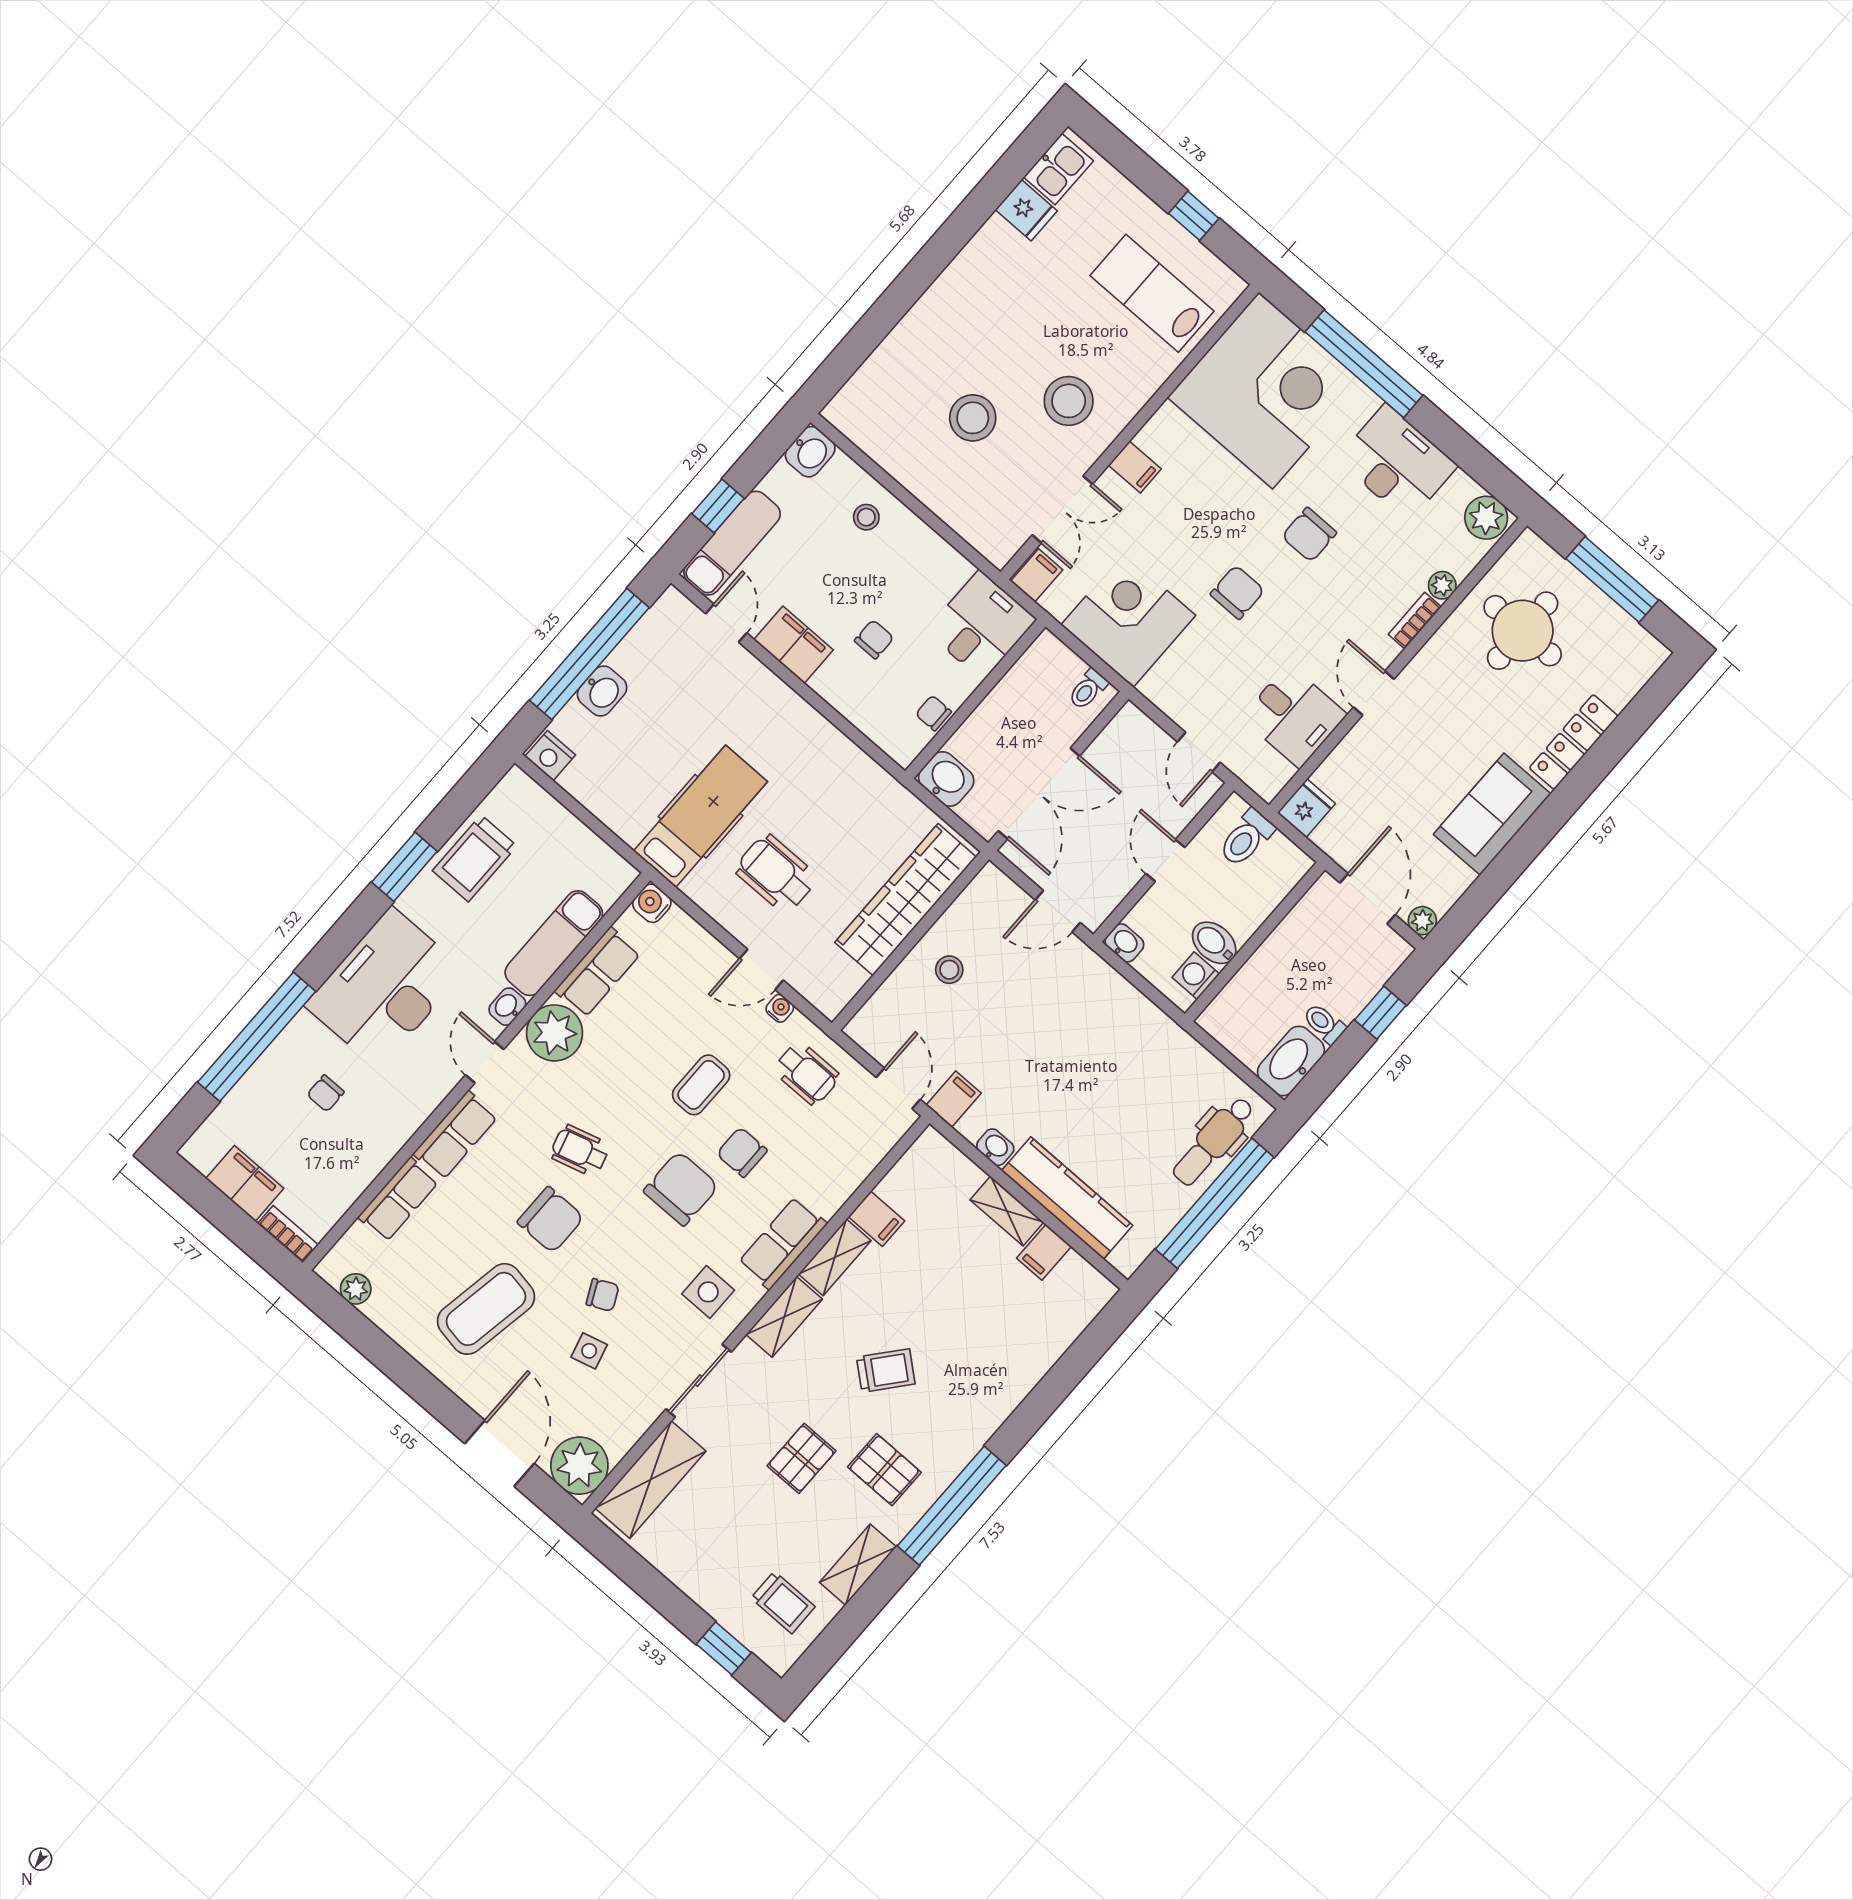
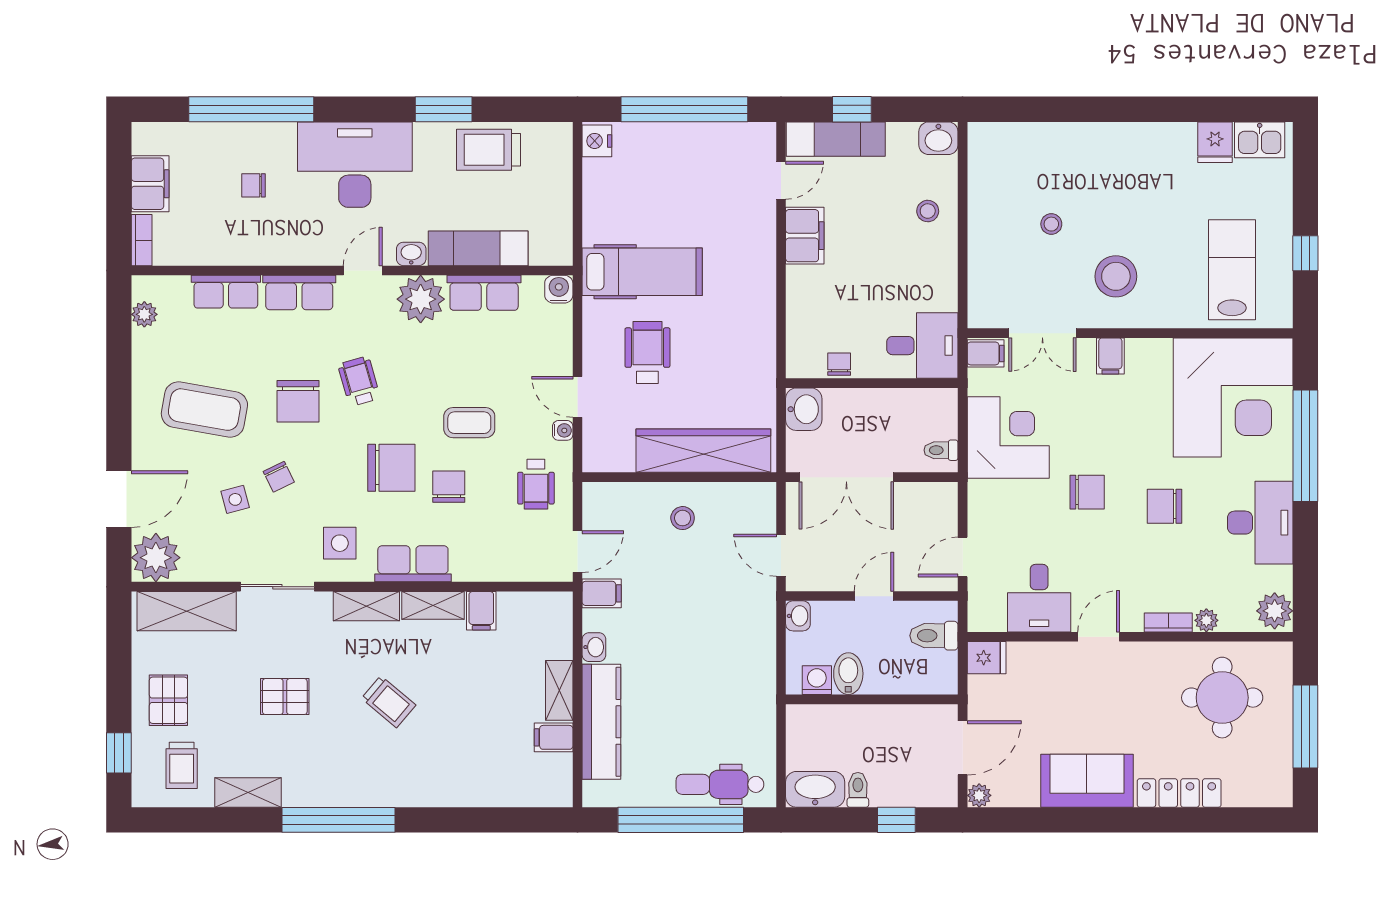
stool: (973, 418) -> (1051, 224), width x0.53, depth x0.53
chair: (874, 639) -> (853, 284), removed
washbasin: (602, 691) -> (668, 138), removed
pallet: (884, 1470) -> (168, 700), moved

